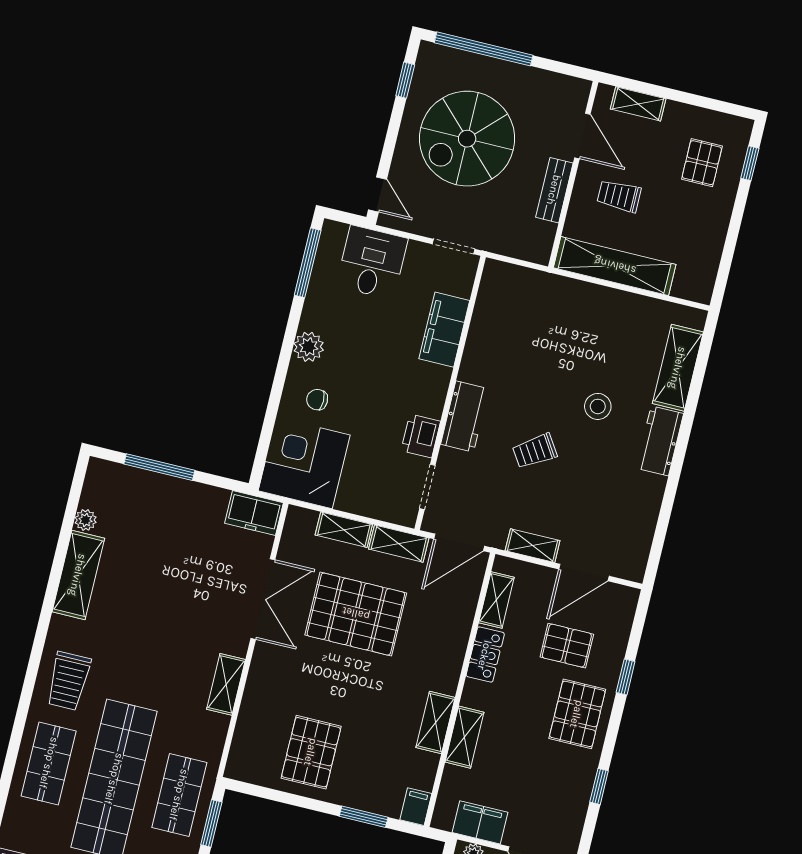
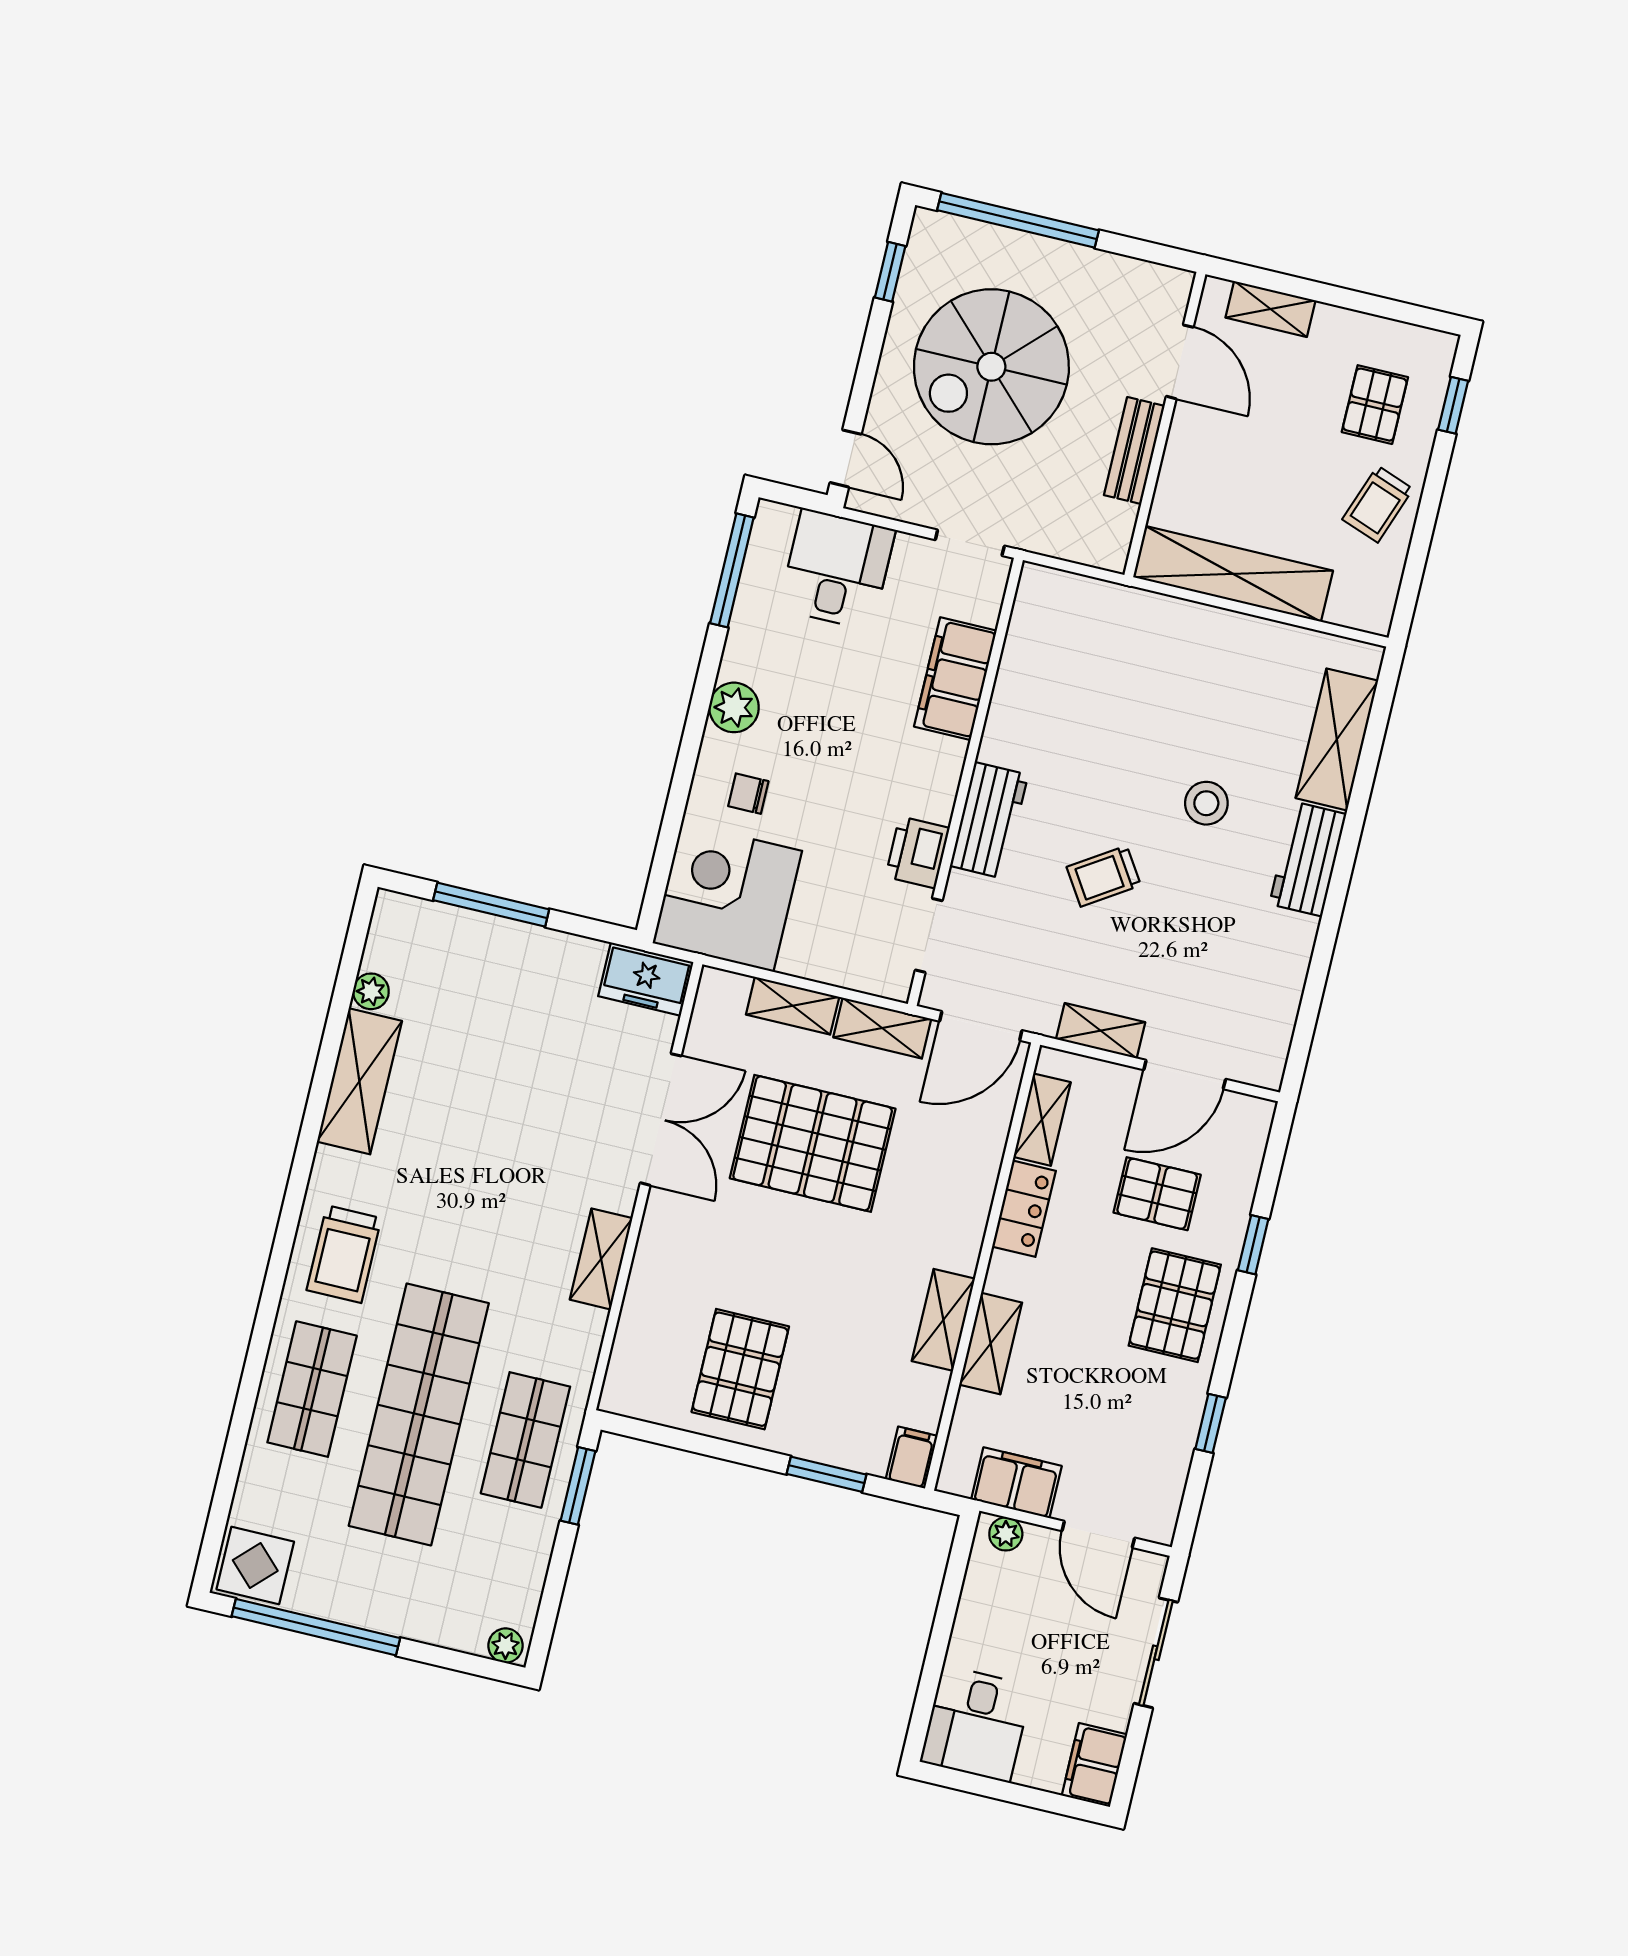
trolley: (619, 196) -> (1378, 504), moved, turned -70

